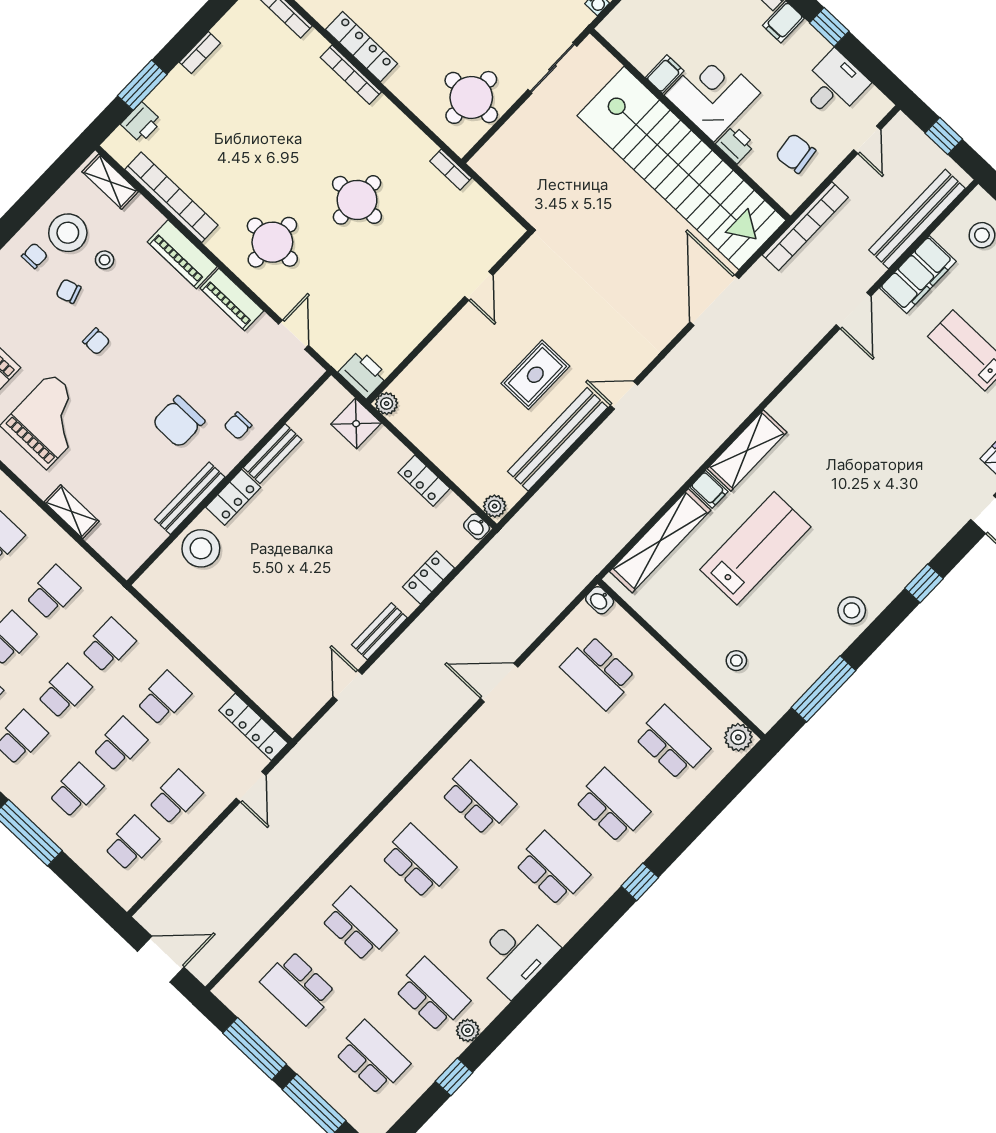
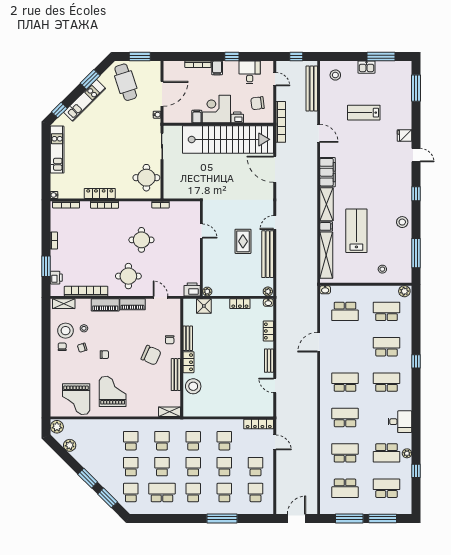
filing cabinet: (918, 275) -> (328, 172), moved
chair: (179, 422) -> (151, 355), turned -66
shelving: (72, 512) -> (170, 412), moved
desk: (516, 955) -> (400, 422), width x0.73
school desk: (432, 995) -> (386, 453), turned 180

